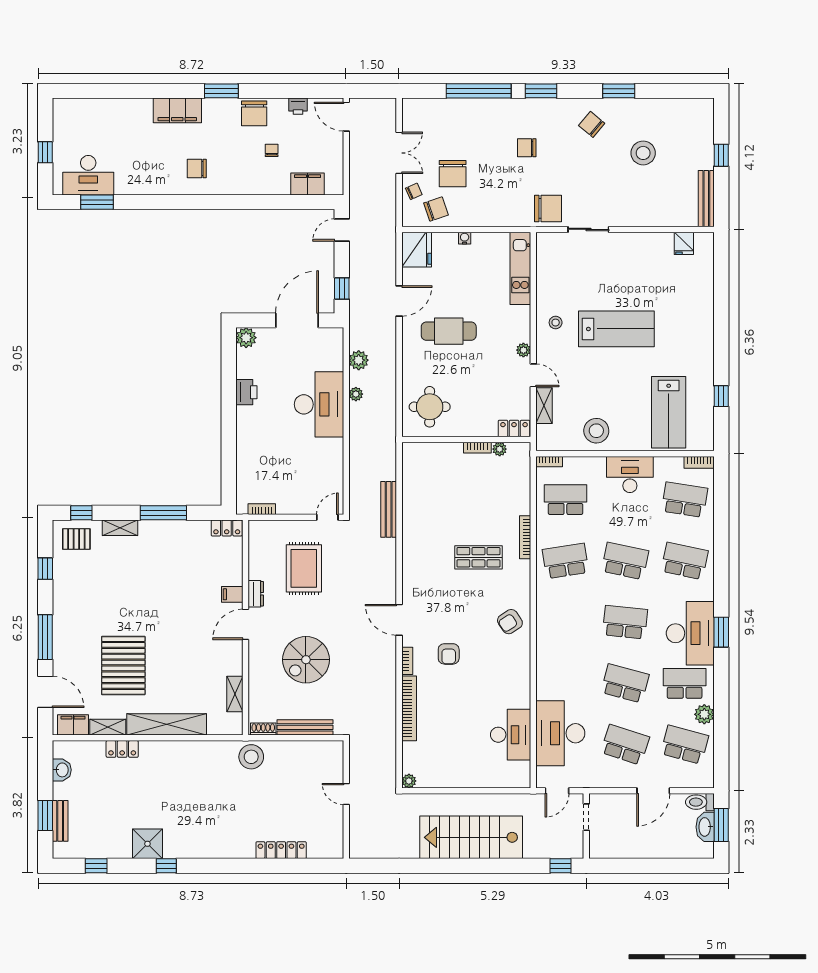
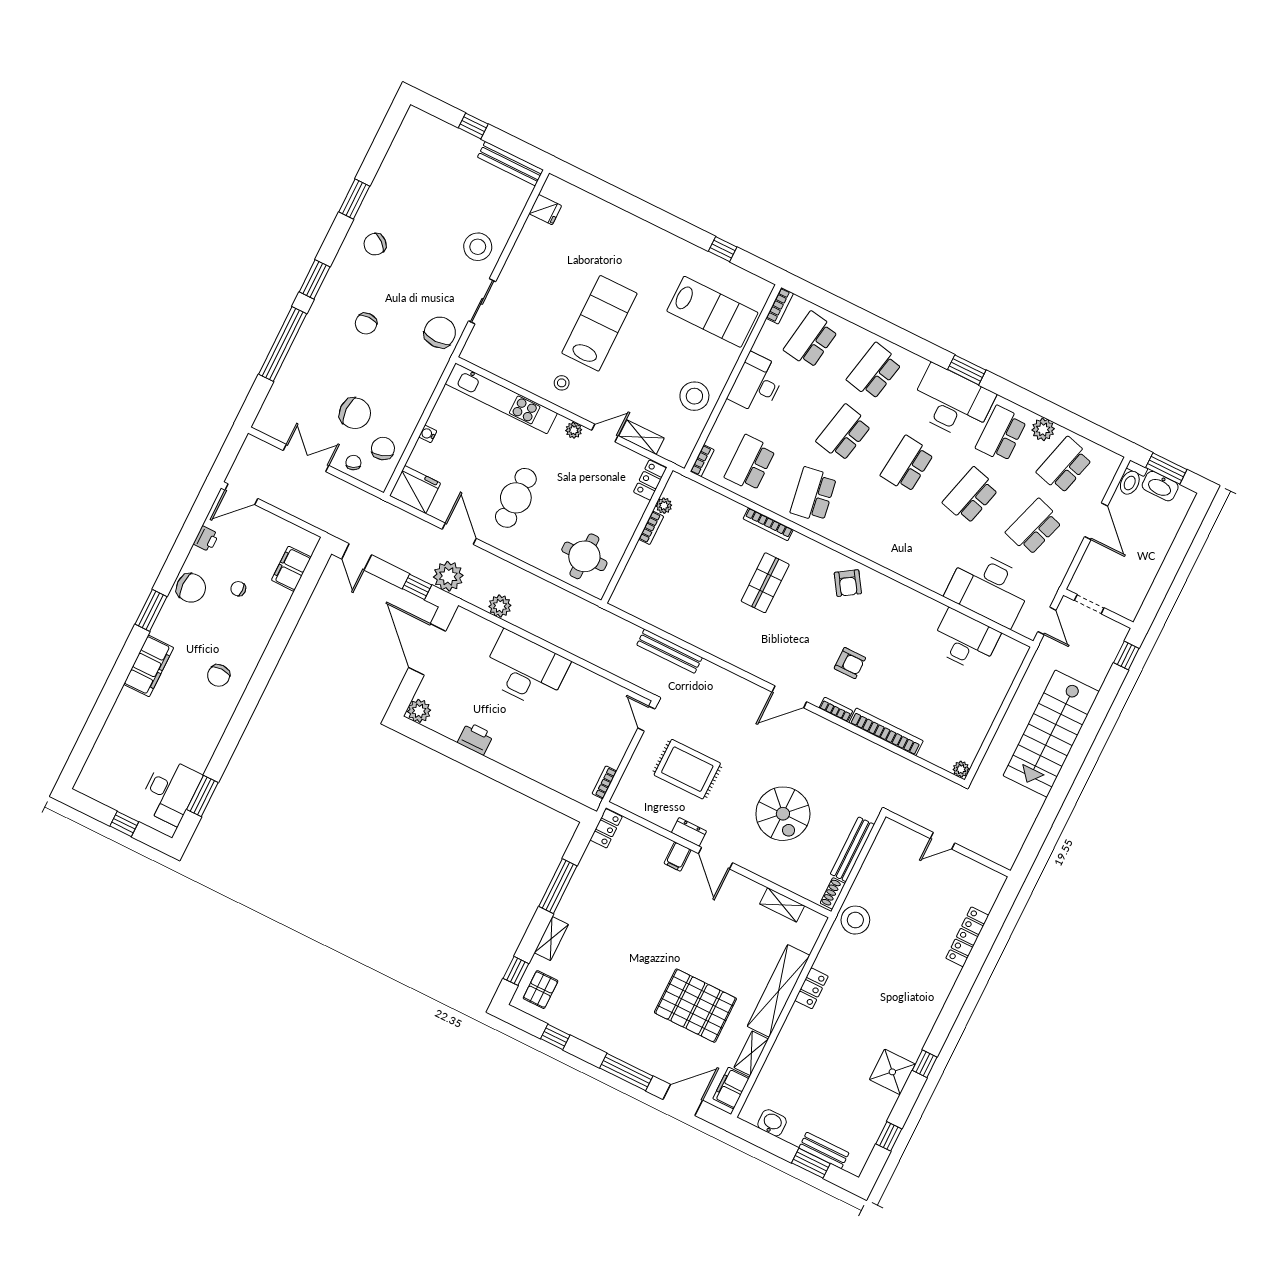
stool: (643, 153) -> (478, 247), moved
kitchen unit: (520, 268) -> (501, 398), width x1.36
plant: (356, 394) -> (448, 576), moved, width x1.88, depth x1.88
locker: (122, 749) -> (811, 988), moved

